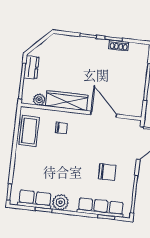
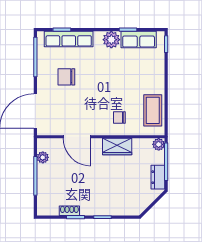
plant: (138, 99) -> (43, 157), added
plant: (39, 100) -> (159, 144), moved
wardrobe: (67, 101) -> (117, 147), width x0.67

